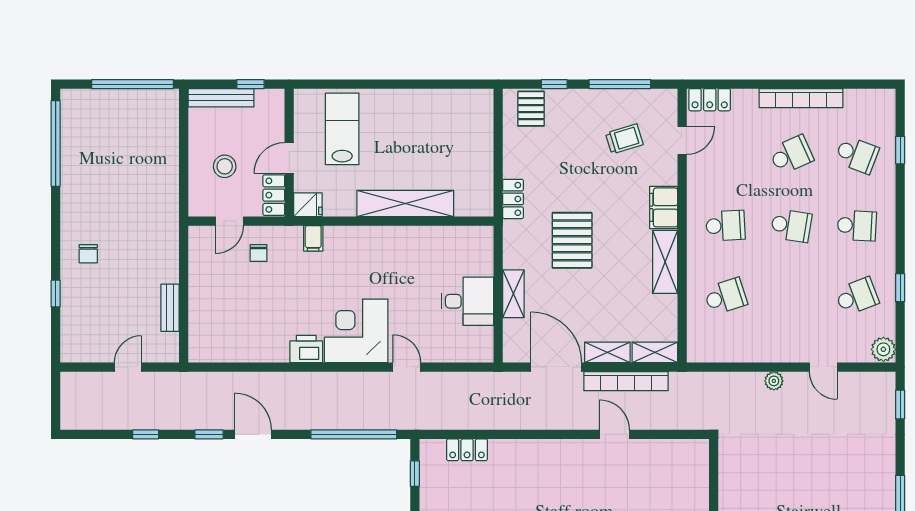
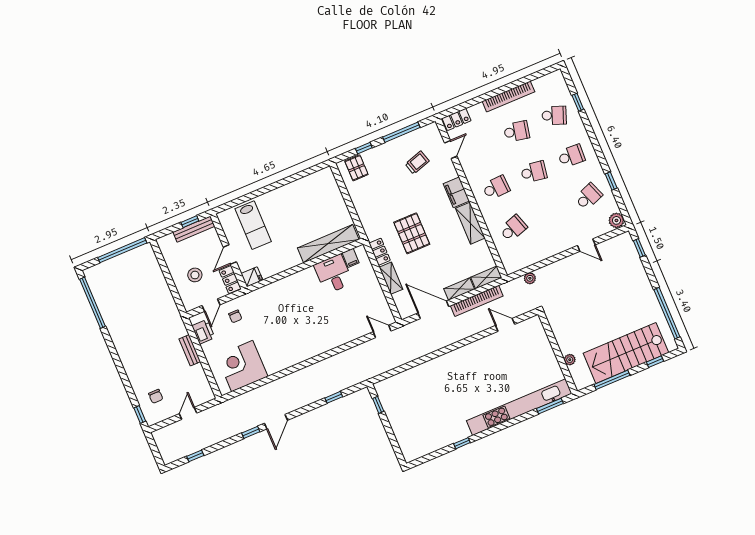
bench: (221, 98) -> (194, 229), moved
lab bench: (342, 129) -> (253, 225), turned 180
school desk: (791, 155) -> (517, 131), turned 36
locker: (513, 199) -> (380, 252), moved
shelving: (405, 203) -> (328, 244), moved
filing cabinet: (313, 238) -> (351, 258), moved
chair: (88, 254) -> (156, 396), moved
window: (56, 294) -> (140, 415), moved
desk: (467, 301) -> (333, 274), moved, turned -90
bench: (170, 308) -> (190, 350), moved
corner desk: (356, 331) -> (242, 366), moved
printer: (306, 349) -> (203, 332), moved, turned 90
door: (407, 367) -> (382, 331), moved
plant: (774, 381) -> (530, 278), moved
window: (146, 434) -> (195, 456), moved
door: (253, 434) -> (276, 422), swing flipped
window: (354, 434) -> (334, 397), width x0.32
door: (614, 434) -> (505, 325), moved
locker: (467, 450) -> (402, 379), removed

